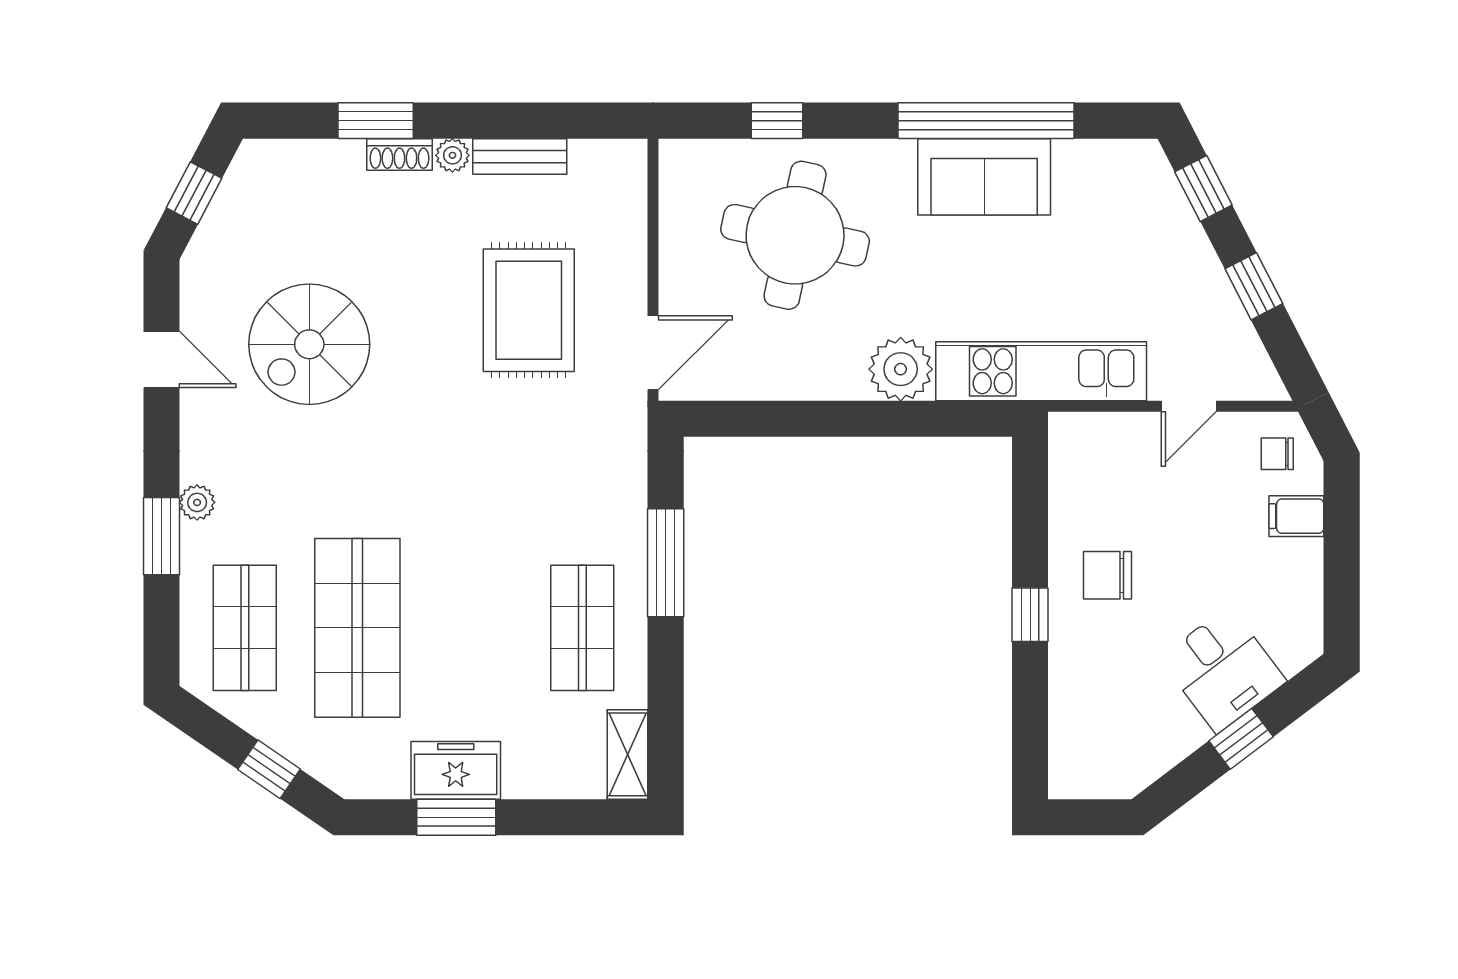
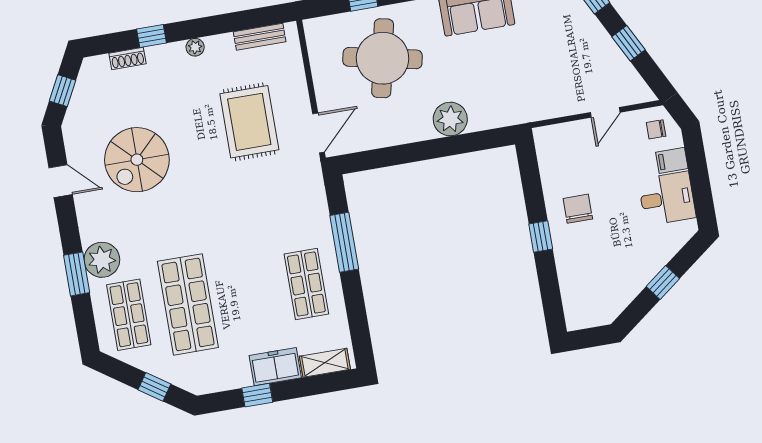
window: (376, 121) -> (152, 36), width x0.67
shoe rack: (399, 154) -> (128, 58), moved
bench: (520, 156) -> (260, 37), moved
kitchen unit: (1041, 371) -> (524, 107), removed
plant: (197, 502) -> (102, 260), width x1.87, depth x1.87
chair: (1107, 575) -> (578, 209), turned 90
desk: (1223, 670) -> (667, 198), moved, turned -53
shelving: (627, 754) -> (325, 363), moved, turned 90
freezer: (456, 770) -> (275, 367), moved
window: (456, 817) -> (257, 395), width x0.67

